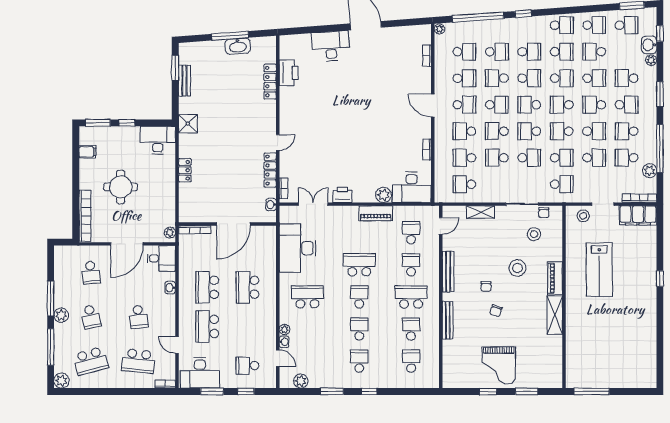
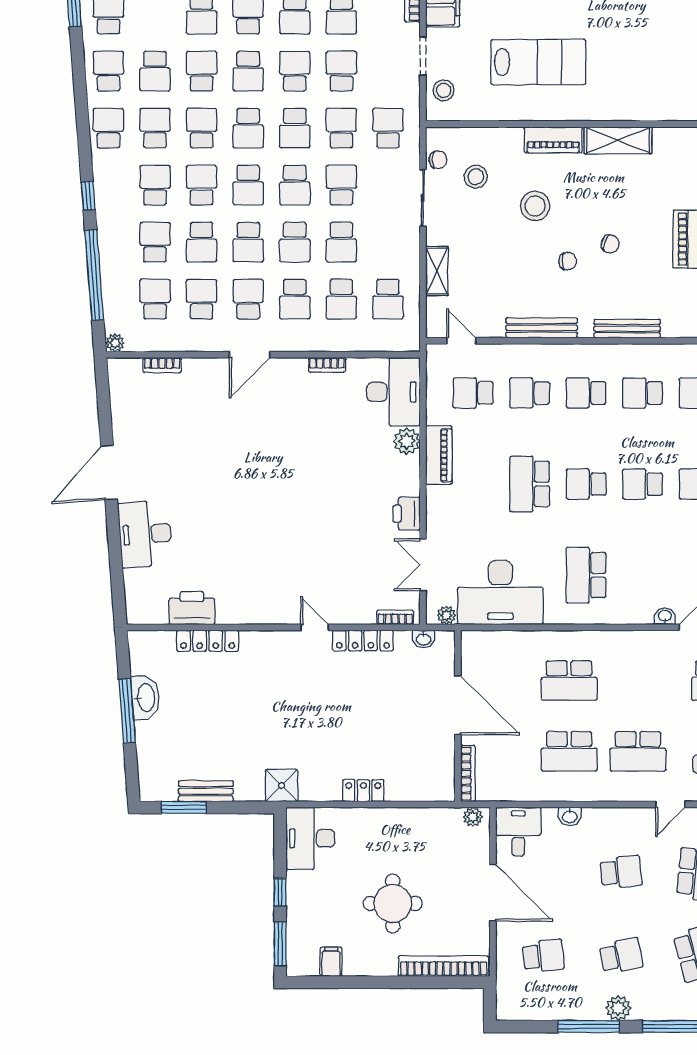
school desk: (497, 105) -> (248, 242), turned 180
school desk: (411, 297) -> (586, 393), width x0.54
plant: (285, 330) -> (446, 615), moved

